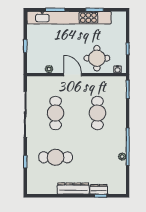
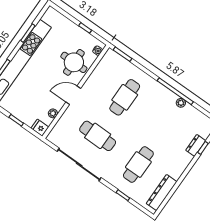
fridge: (32, 67) -> (40, 128), added
cafe table: (97, 113) -> (125, 97), turned 90
dresser: (73, 189) -> (162, 193), moved

